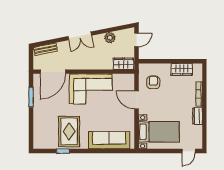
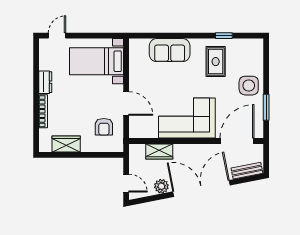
double door: (80, 36) -> (201, 188), width x1.87
door: (136, 40) -> (126, 183), swing flipped
wardrobe: (123, 64) -> (159, 151), moved
side table: (44, 113) -> (249, 86), added
rug: (69, 132) -> (216, 62), width x0.73, depth x0.70
sofa: (109, 140) -> (170, 50), width x0.73

